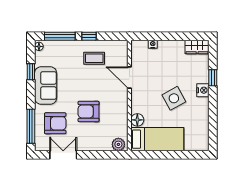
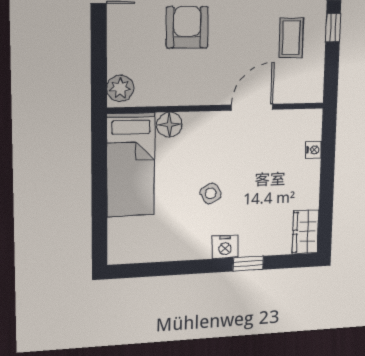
side table: (174, 98) -> (211, 194), width x0.54, depth x0.54

